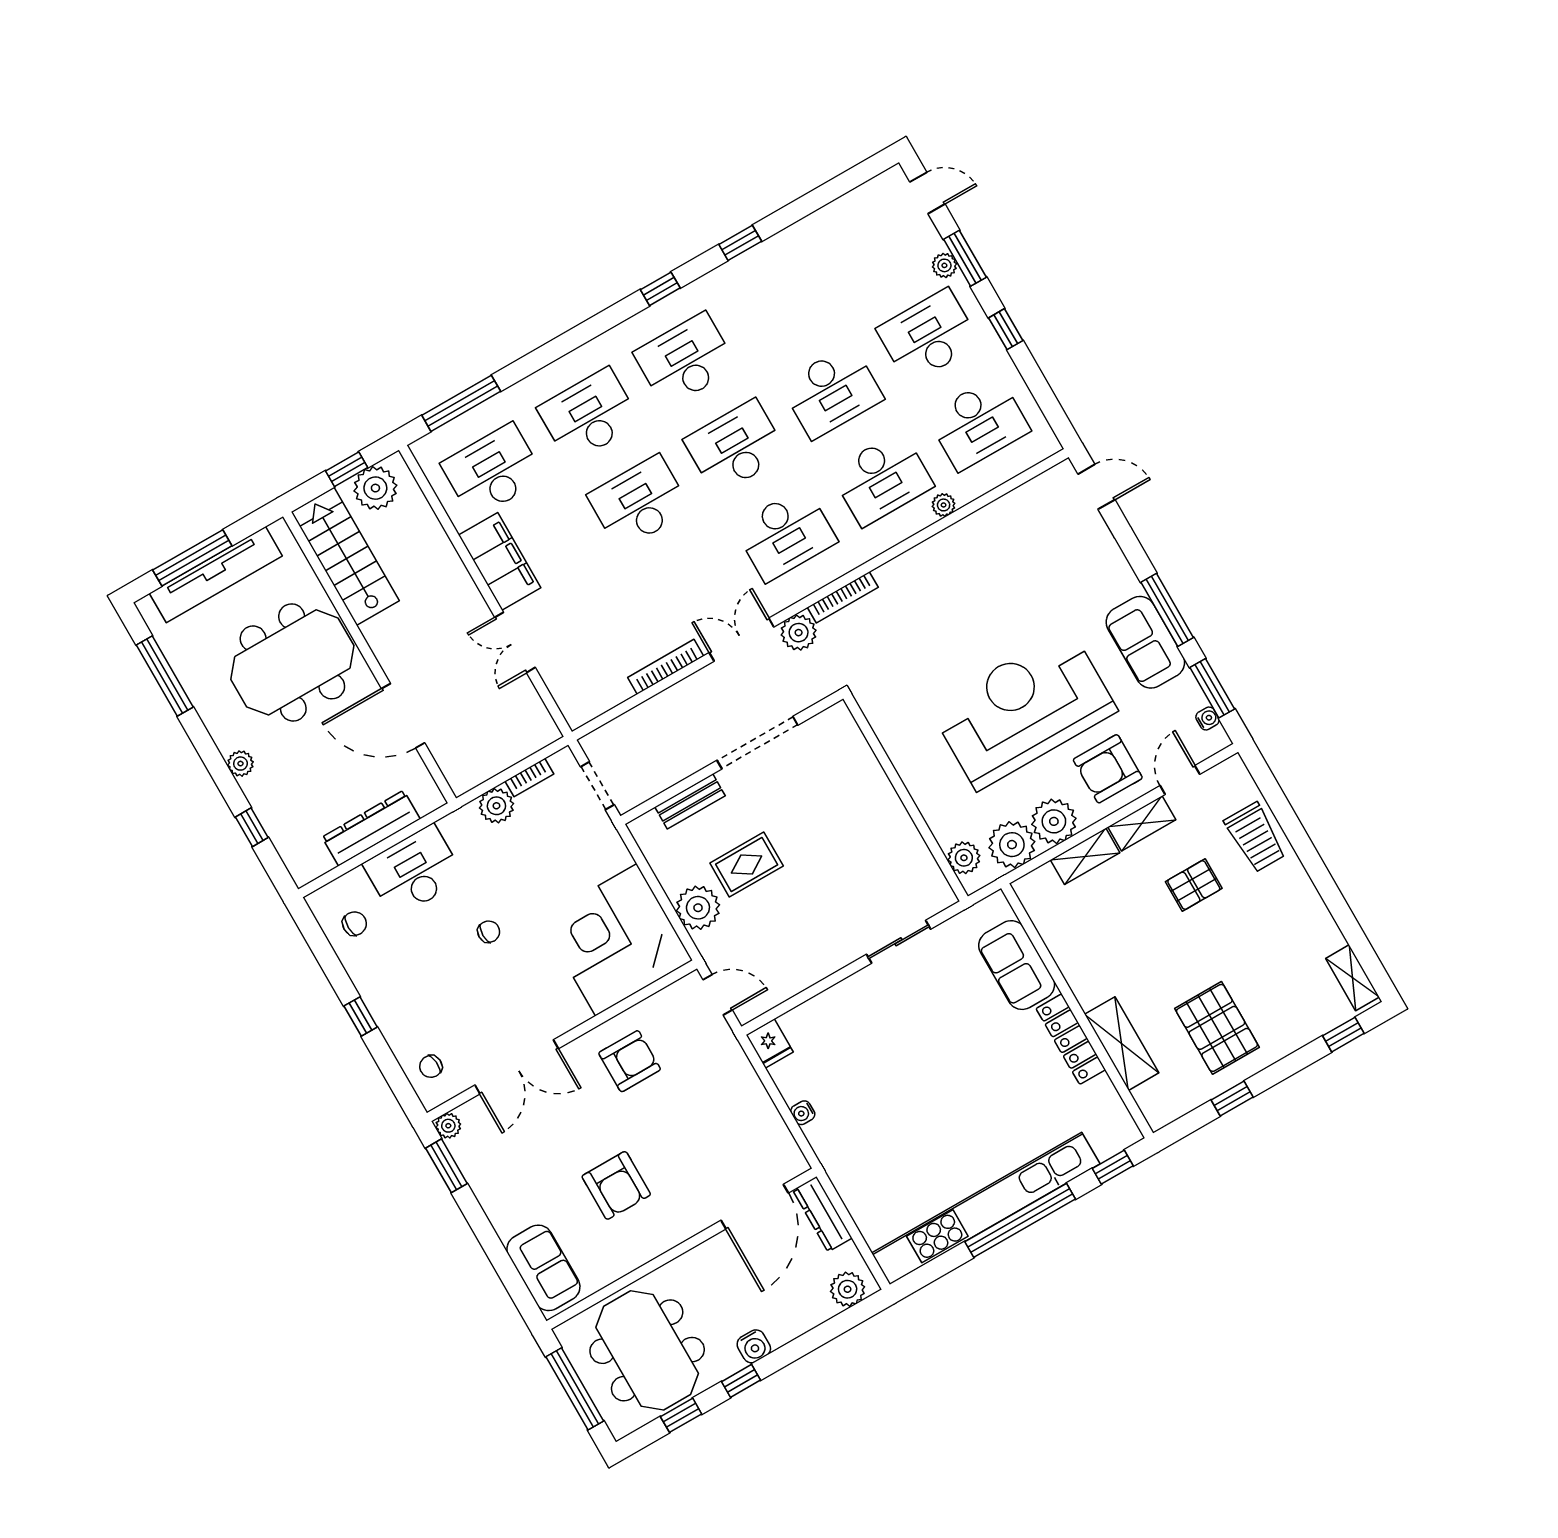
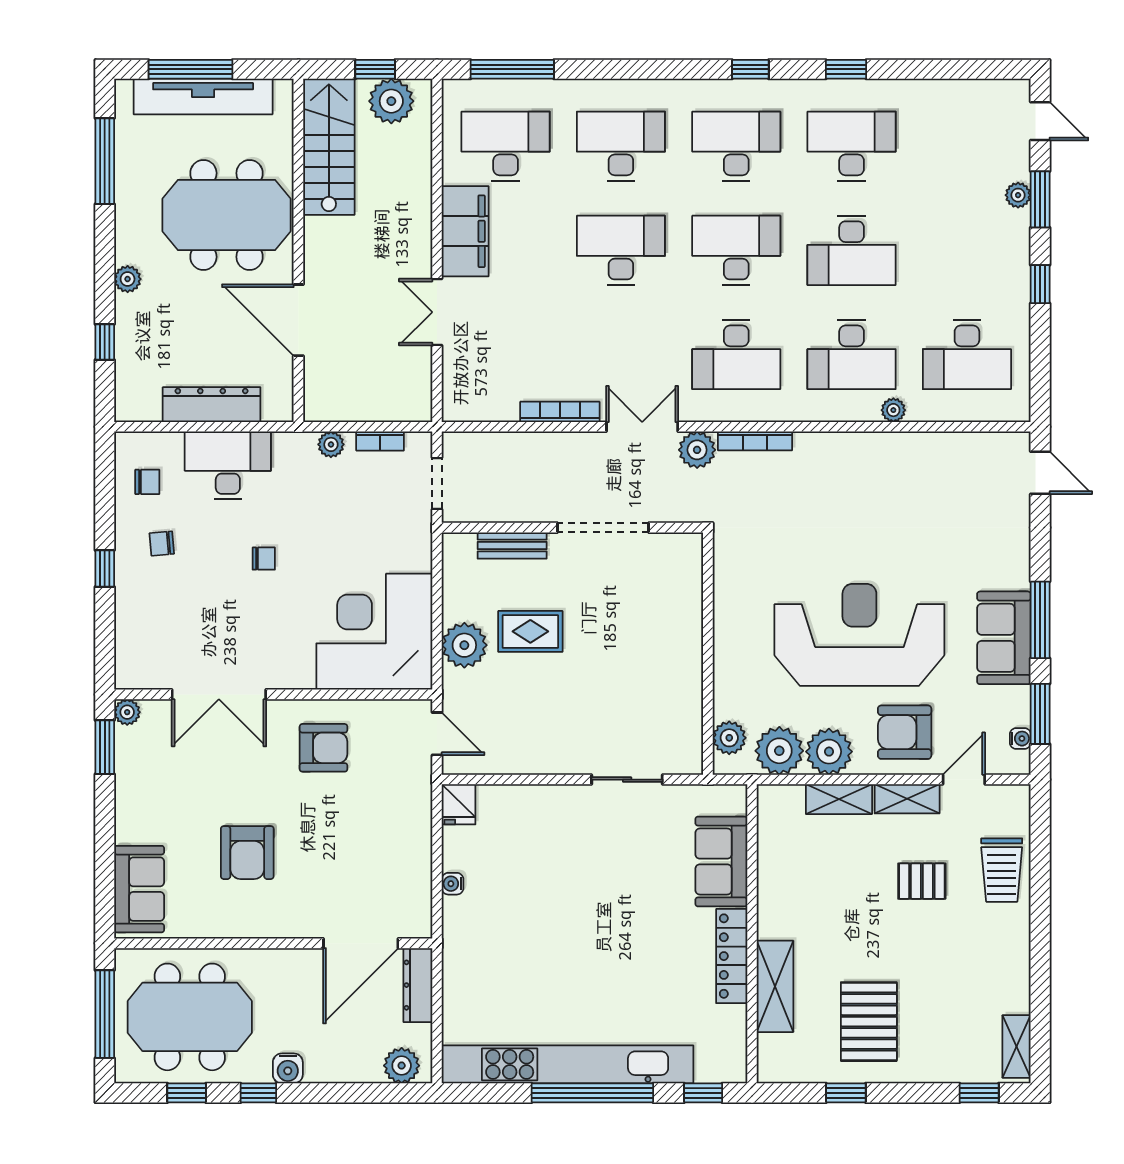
desk: (928, 336) -> (852, 146), moved
plant: (496, 806) -> (331, 444), width x0.73, depth x0.73
chair: (431, 1066) -> (162, 544), moved
meeting table: (647, 1350) -> (190, 1017), turned 90

